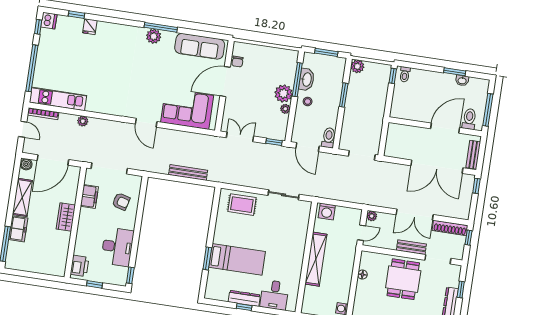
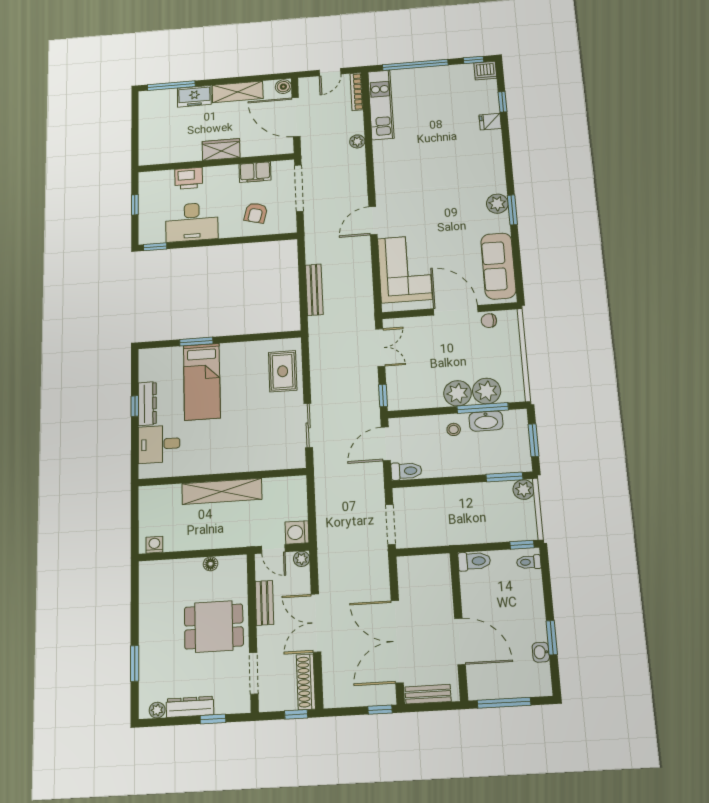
window: (161, 27) -> (512, 210), width x0.69
window: (344, 95) -> (504, 477), moved
plant: (285, 109) -> (487, 391), moved, width x1.88, depth x1.88
toilet: (469, 119) -> (474, 561), moved
washing machine: (327, 212) -> (297, 532), moved
bench: (411, 247) -> (264, 603), moved
printer: (80, 266) -> (189, 178), moved

